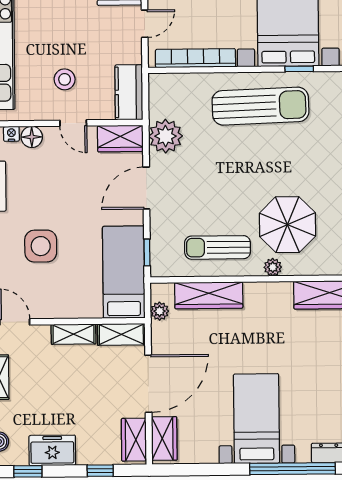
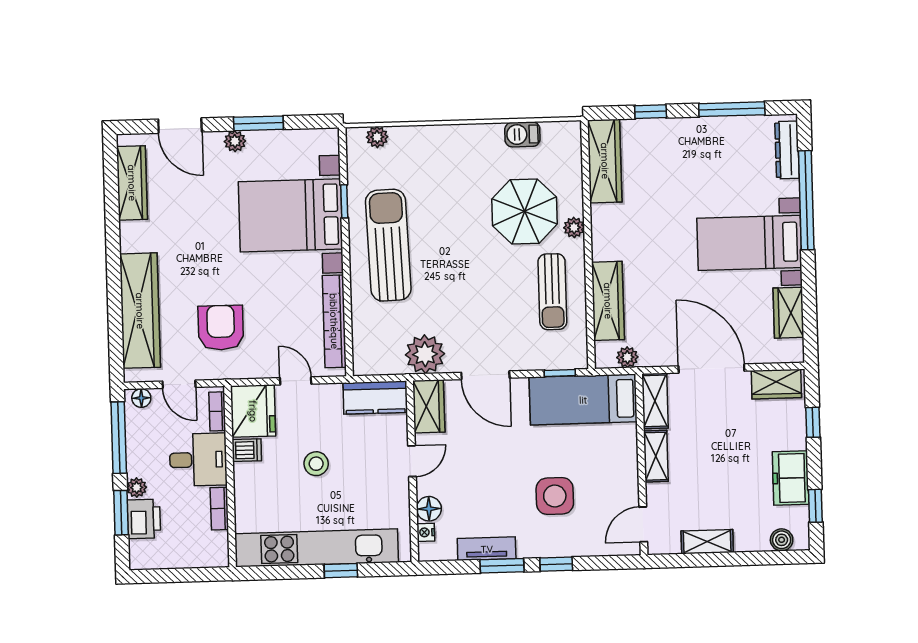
stool: (65, 79) -> (316, 464), moved
wardrobe: (164, 439) -> (788, 313), moved, turned -90

